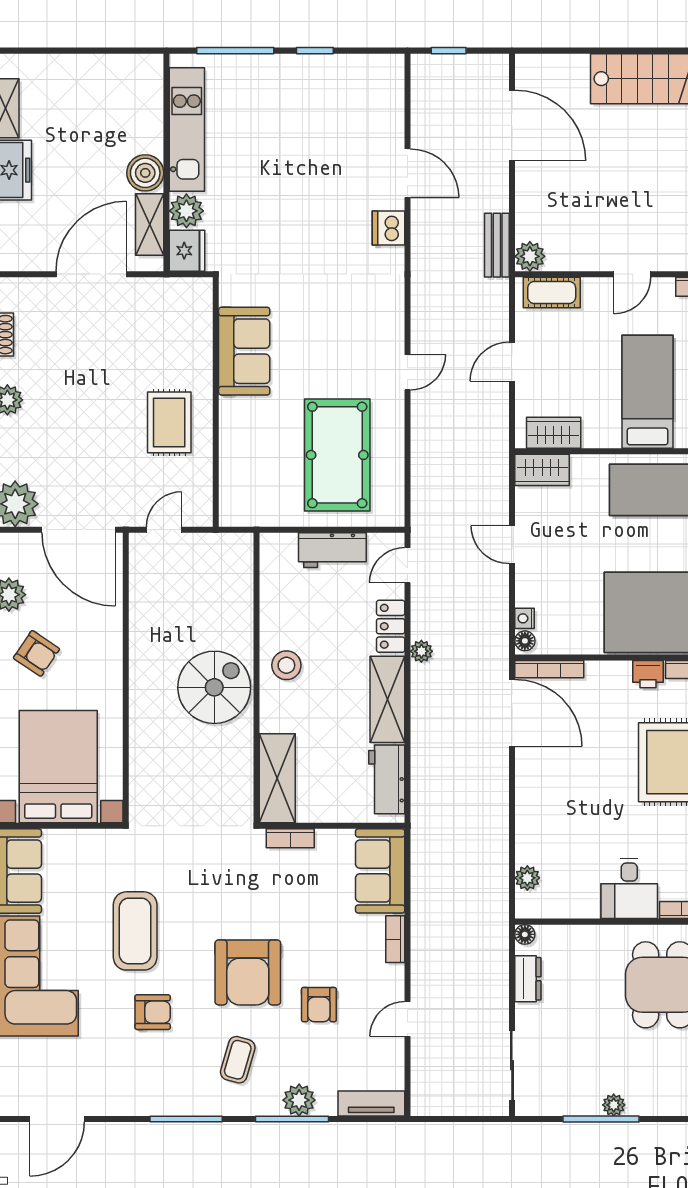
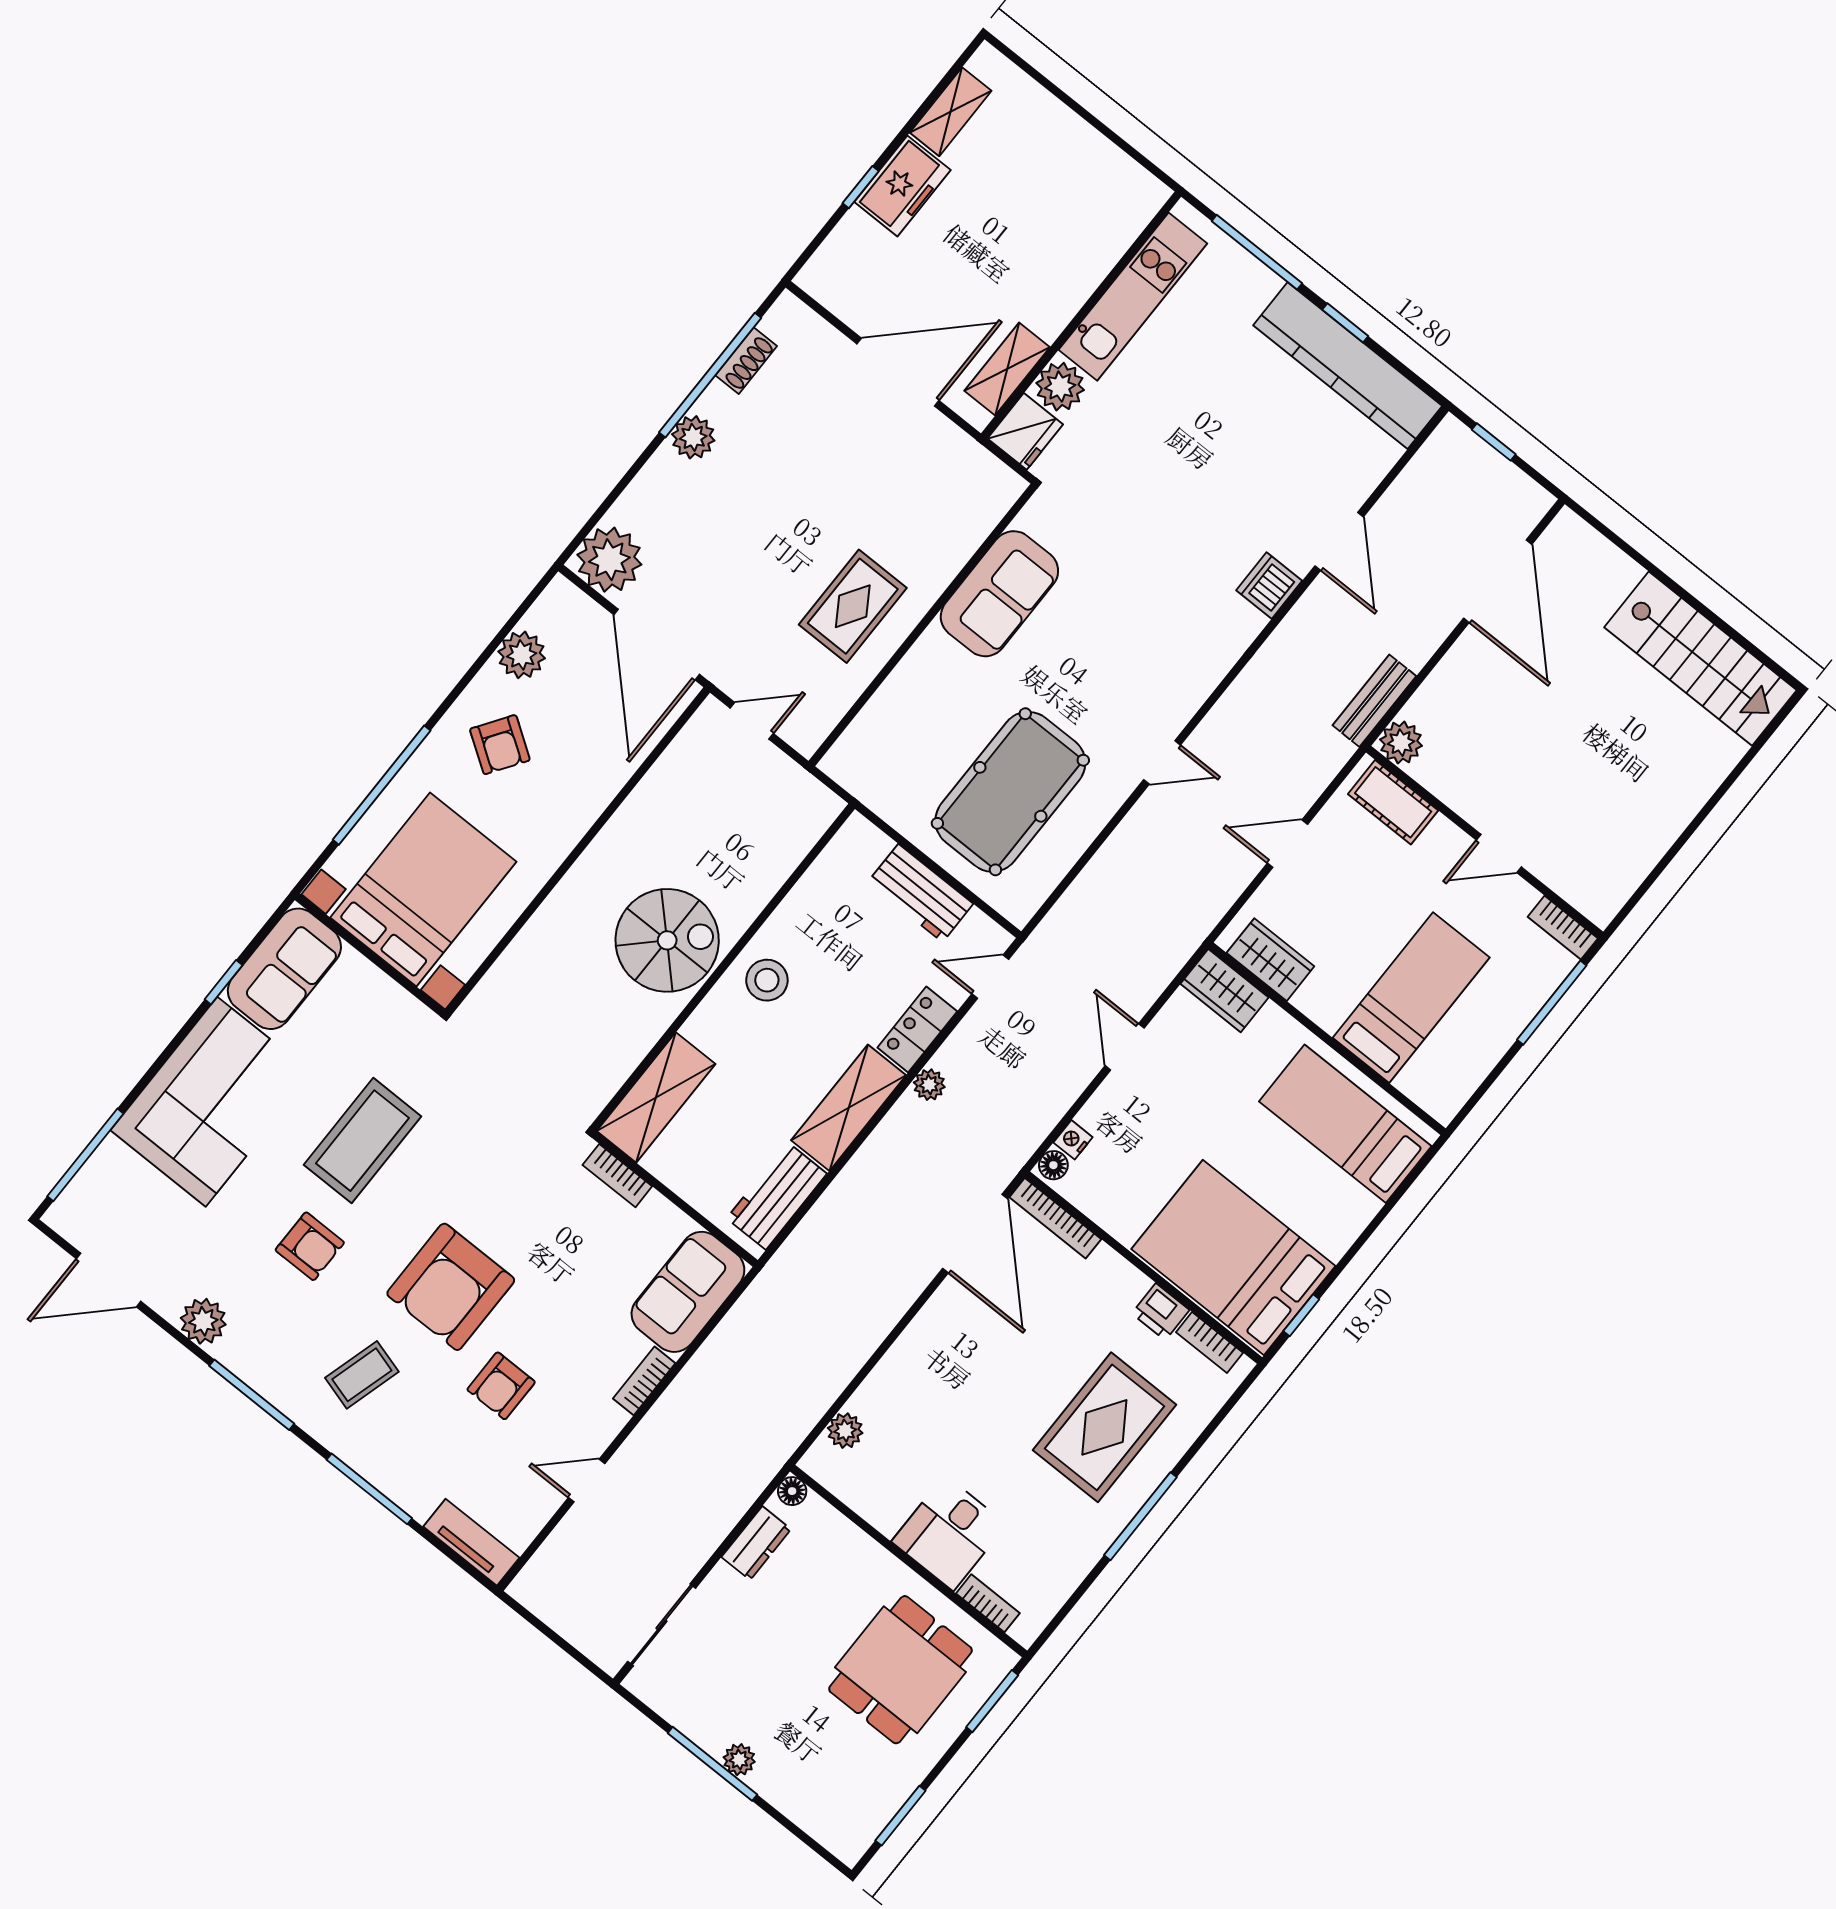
kitchen counter: (335, 73) -> (1348, 366), added
boiler: (145, 173) -> (1048, 308), removed
plant: (299, 1100) -> (203, 1321), moved

